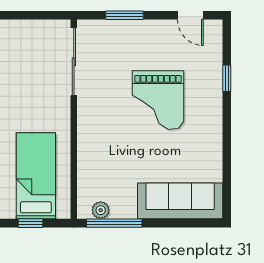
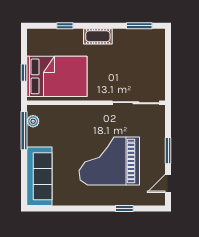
window: (124, 15) -> (168, 151), moved
grand piano: (158, 100) -> (109, 161), width x1.37, depth x1.48
bed: (36, 176) -> (57, 76), width x1.50

